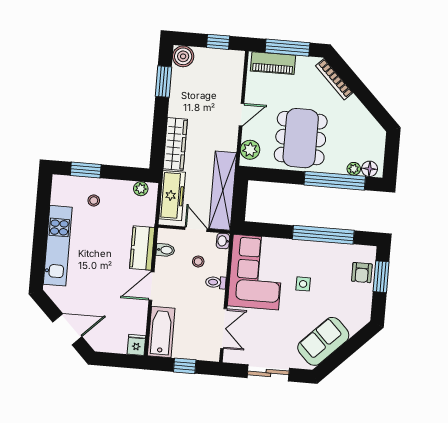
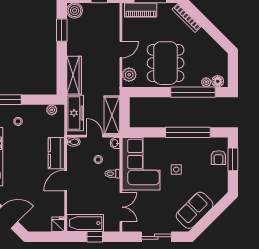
shelving: (223, 191) -> (112, 115), width x0.68
bidet: (165, 250) -> (73, 142), moved
bathtub: (161, 332) -> (85, 223), moved, turned -90

